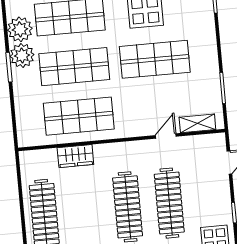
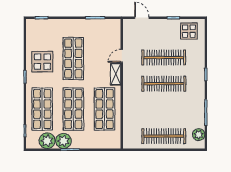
shelving: (197, 123) -> (116, 74), moved
door: (166, 136) -> (122, 56), hinge flipped
wardrobe: (75, 156) -> (129, 113), removed

